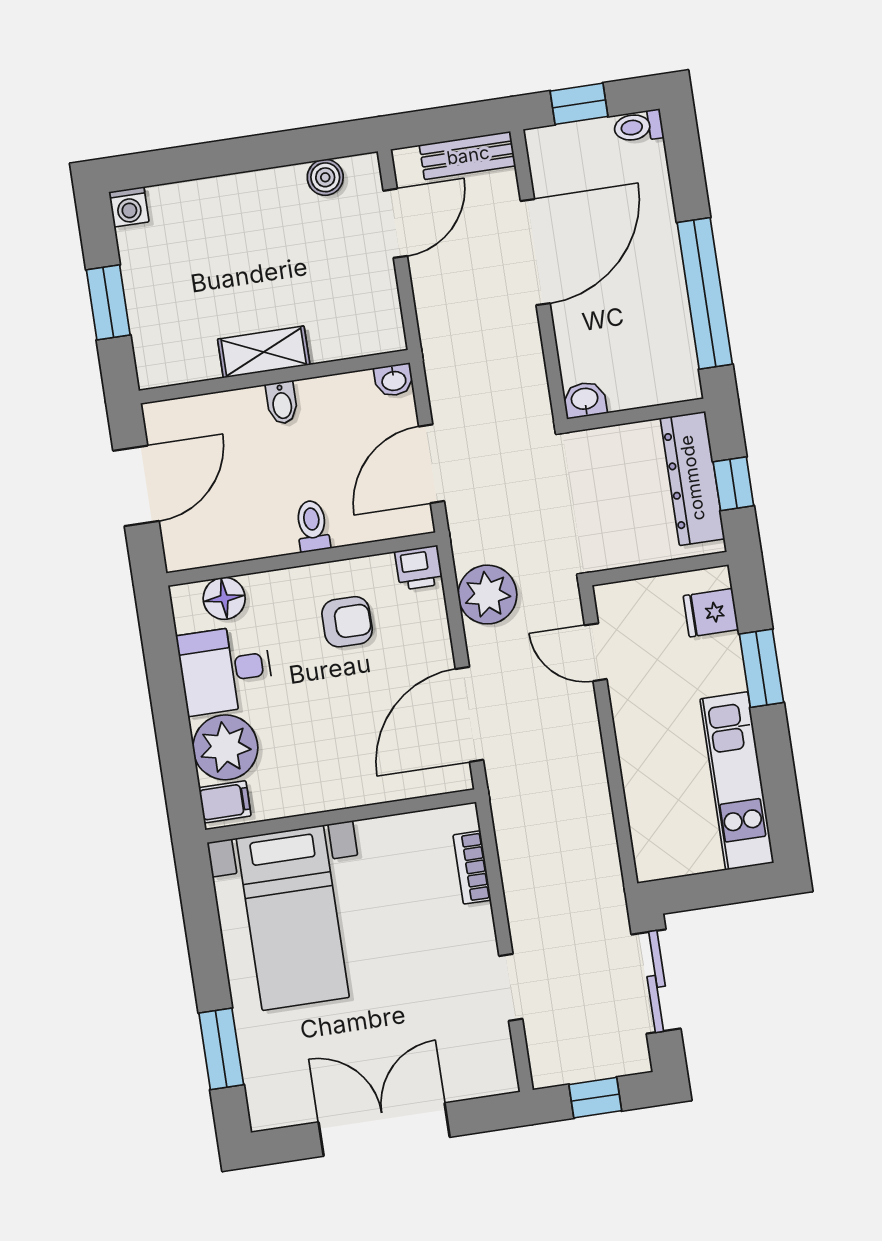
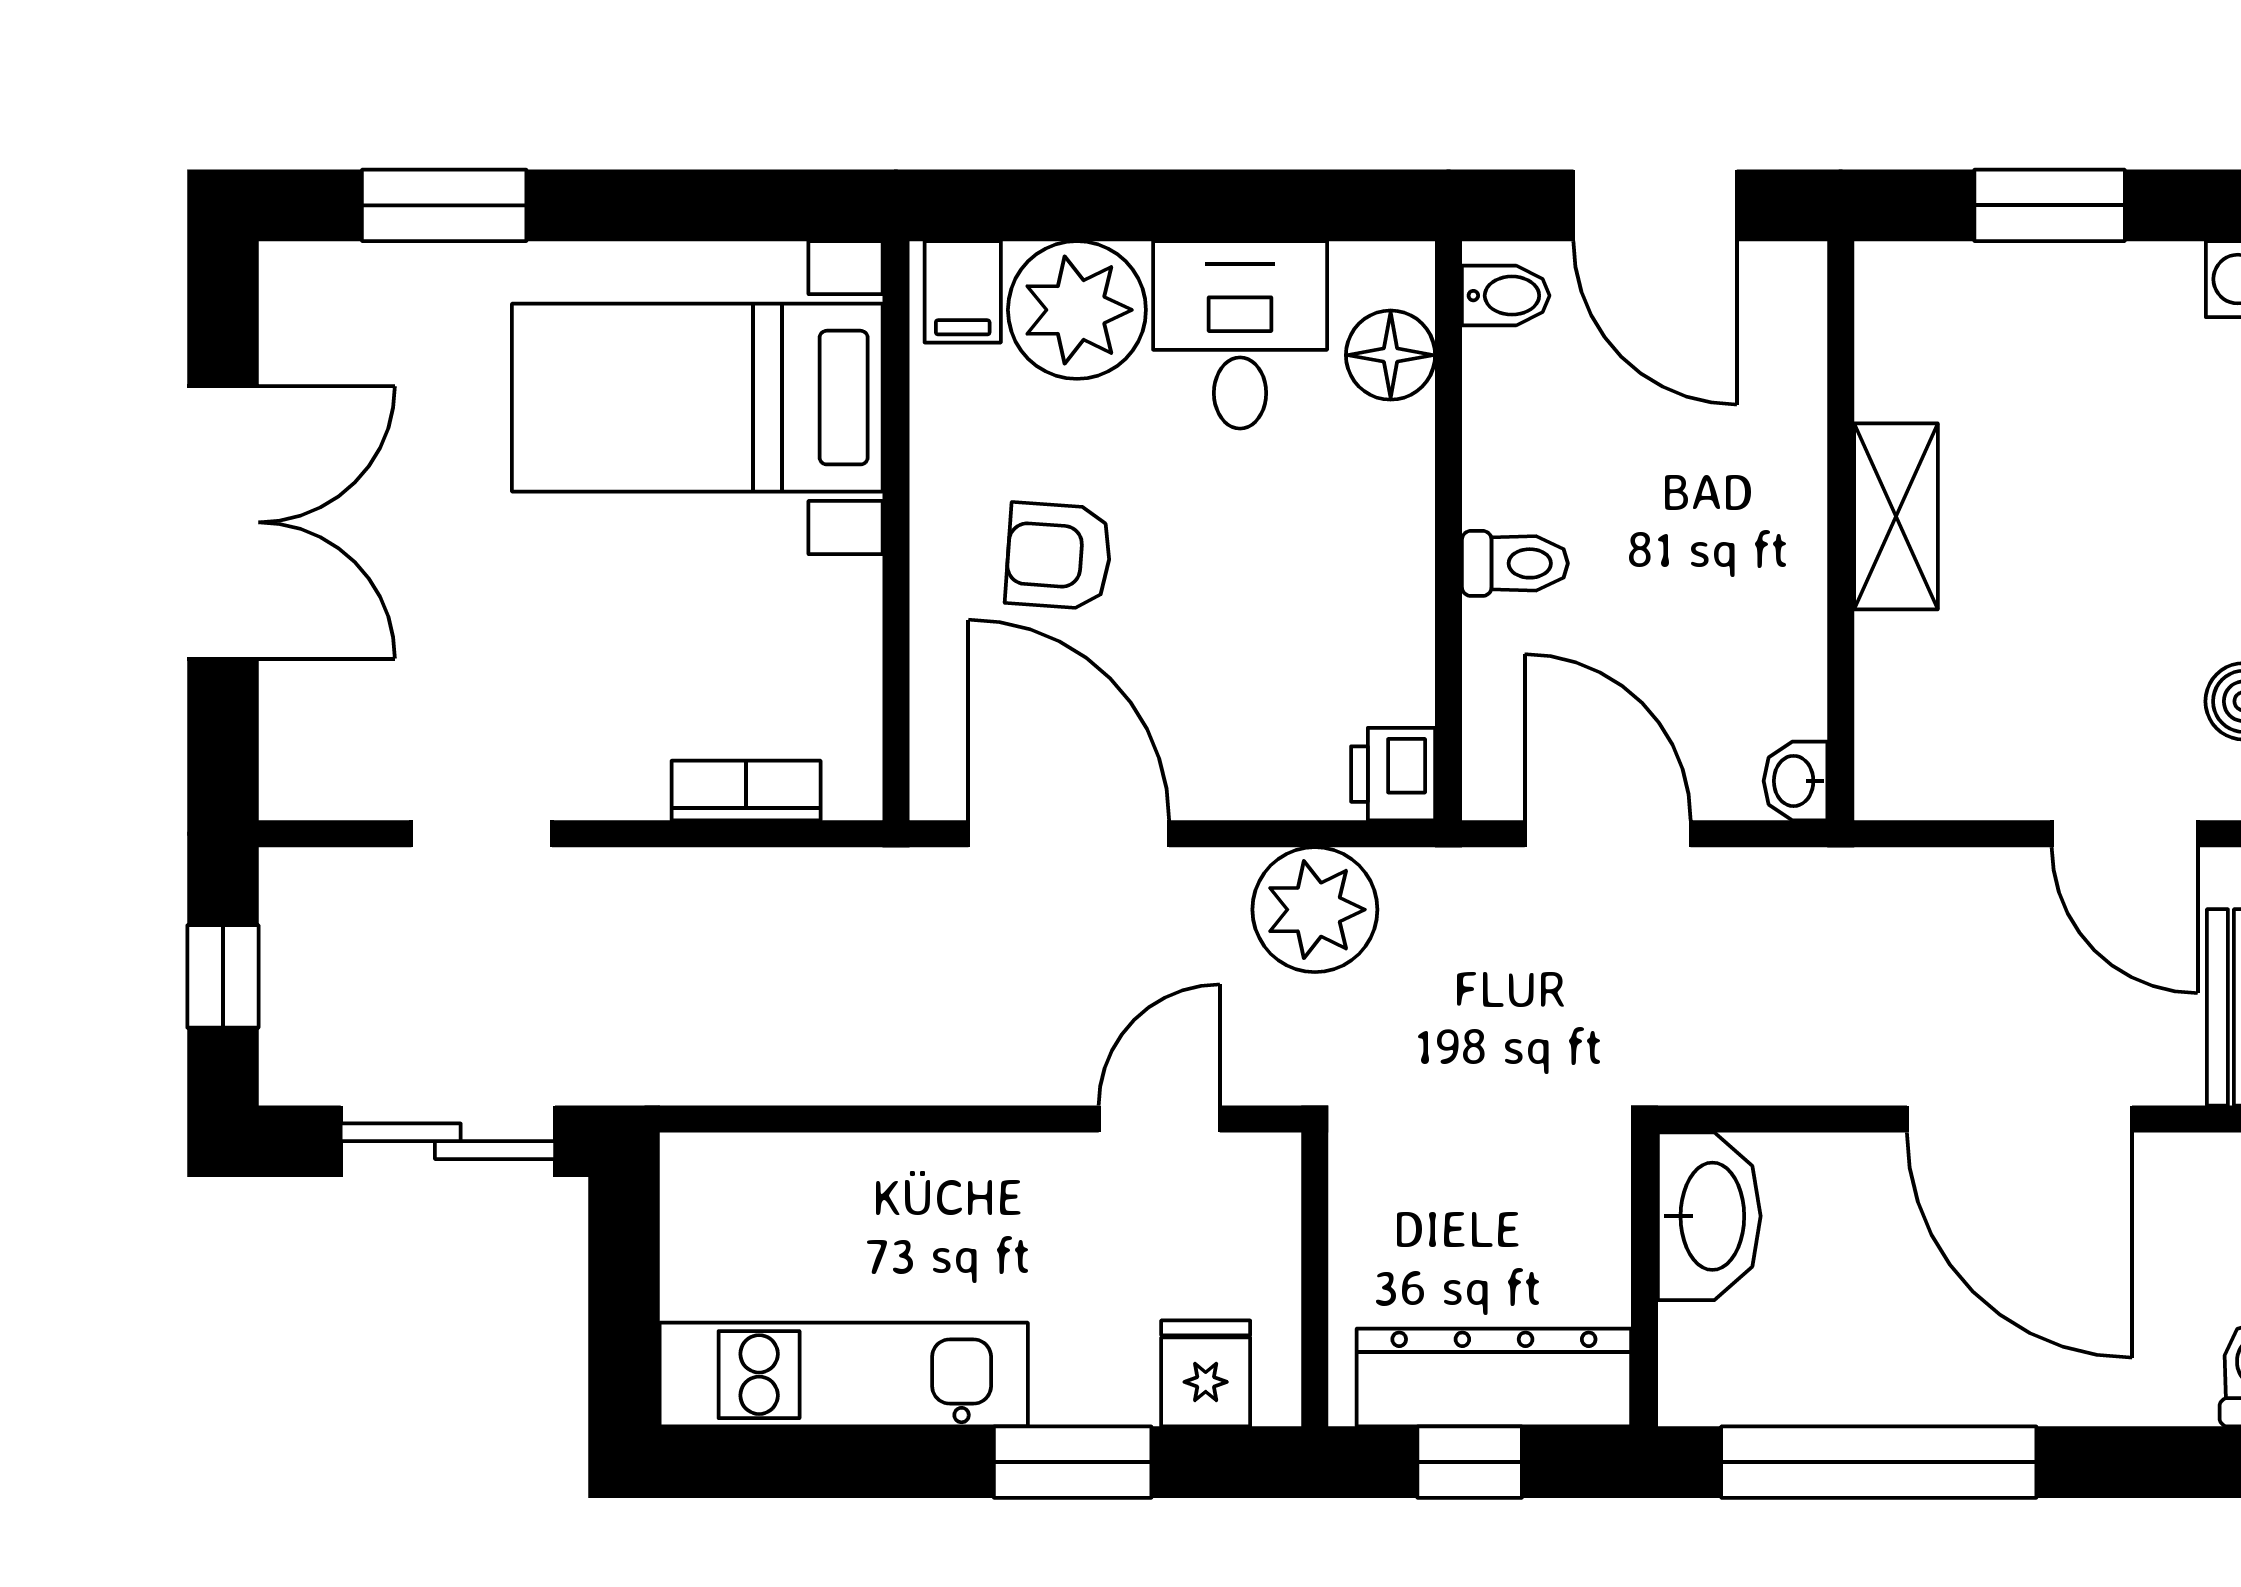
washbasin: (585, 400) -> (1709, 1216), width x1.91, depth x1.45
bidet: (282, 403) -> (1506, 296), moved, turned 180
armchair: (347, 622) -> (1059, 556), moved, turned 94

